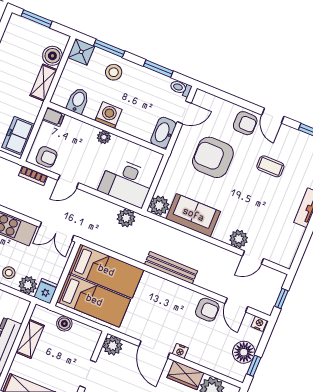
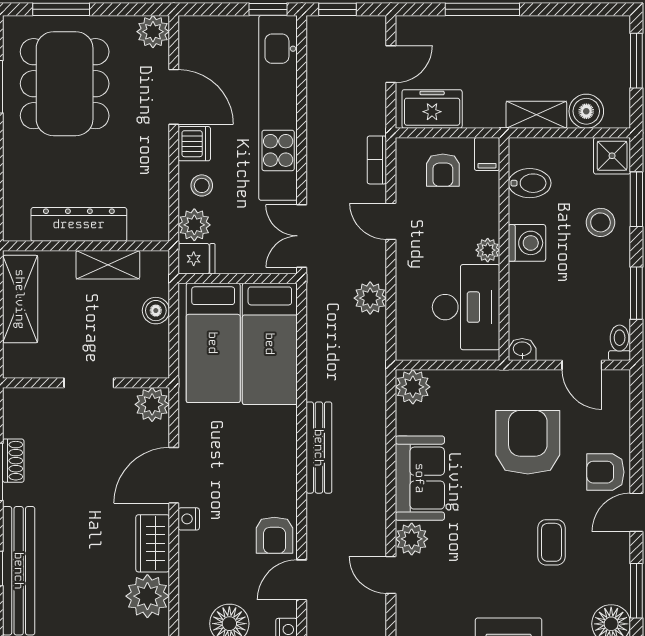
armchair: (245, 123) -> (605, 472), turned 90
washbasin: (163, 133) -> (522, 349), width x0.52, depth x0.69
armchair: (47, 157) -> (443, 170), moved
desk: (127, 182) -> (466, 307), moved, turned 180
sofa: (193, 215) -> (420, 478), moved
plant: (126, 218) -> (370, 298), moved

